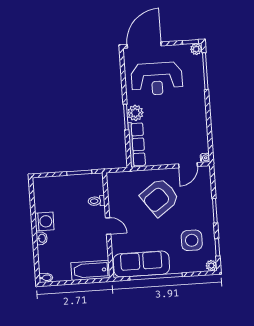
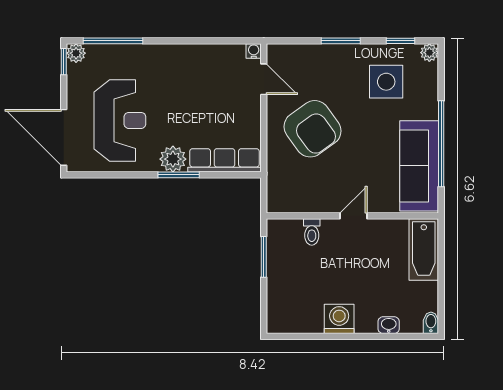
washbasin: (42, 238) -> (389, 325), moved

